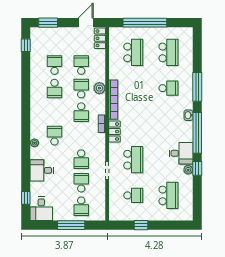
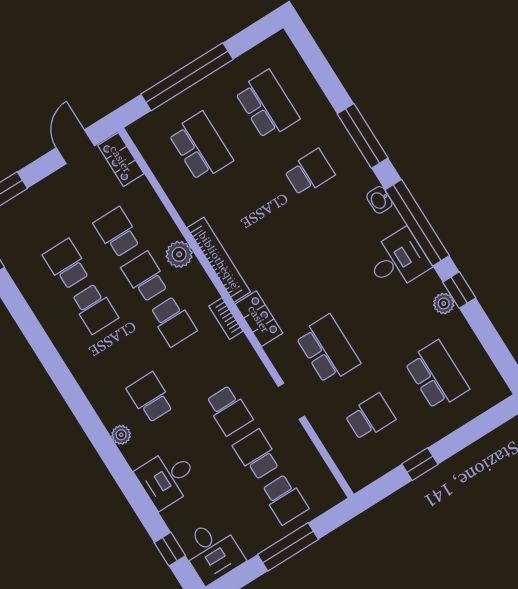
desk: (181, 153) -> (398, 260), moved

